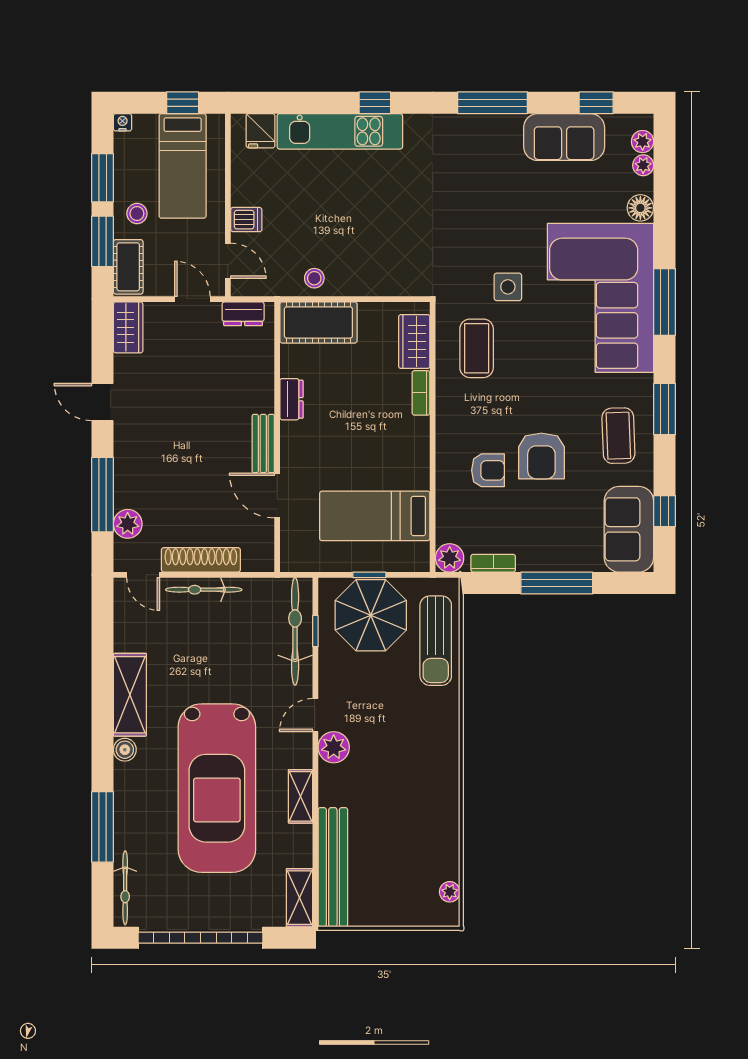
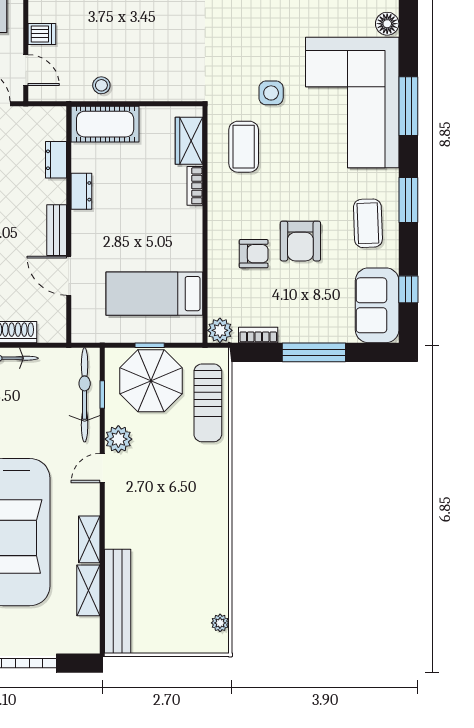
dresser: (243, 314) -> (56, 160), moved, turned 90
plant: (334, 747) -> (118, 439), moved
shelving: (299, 898) -> (88, 590), moved

